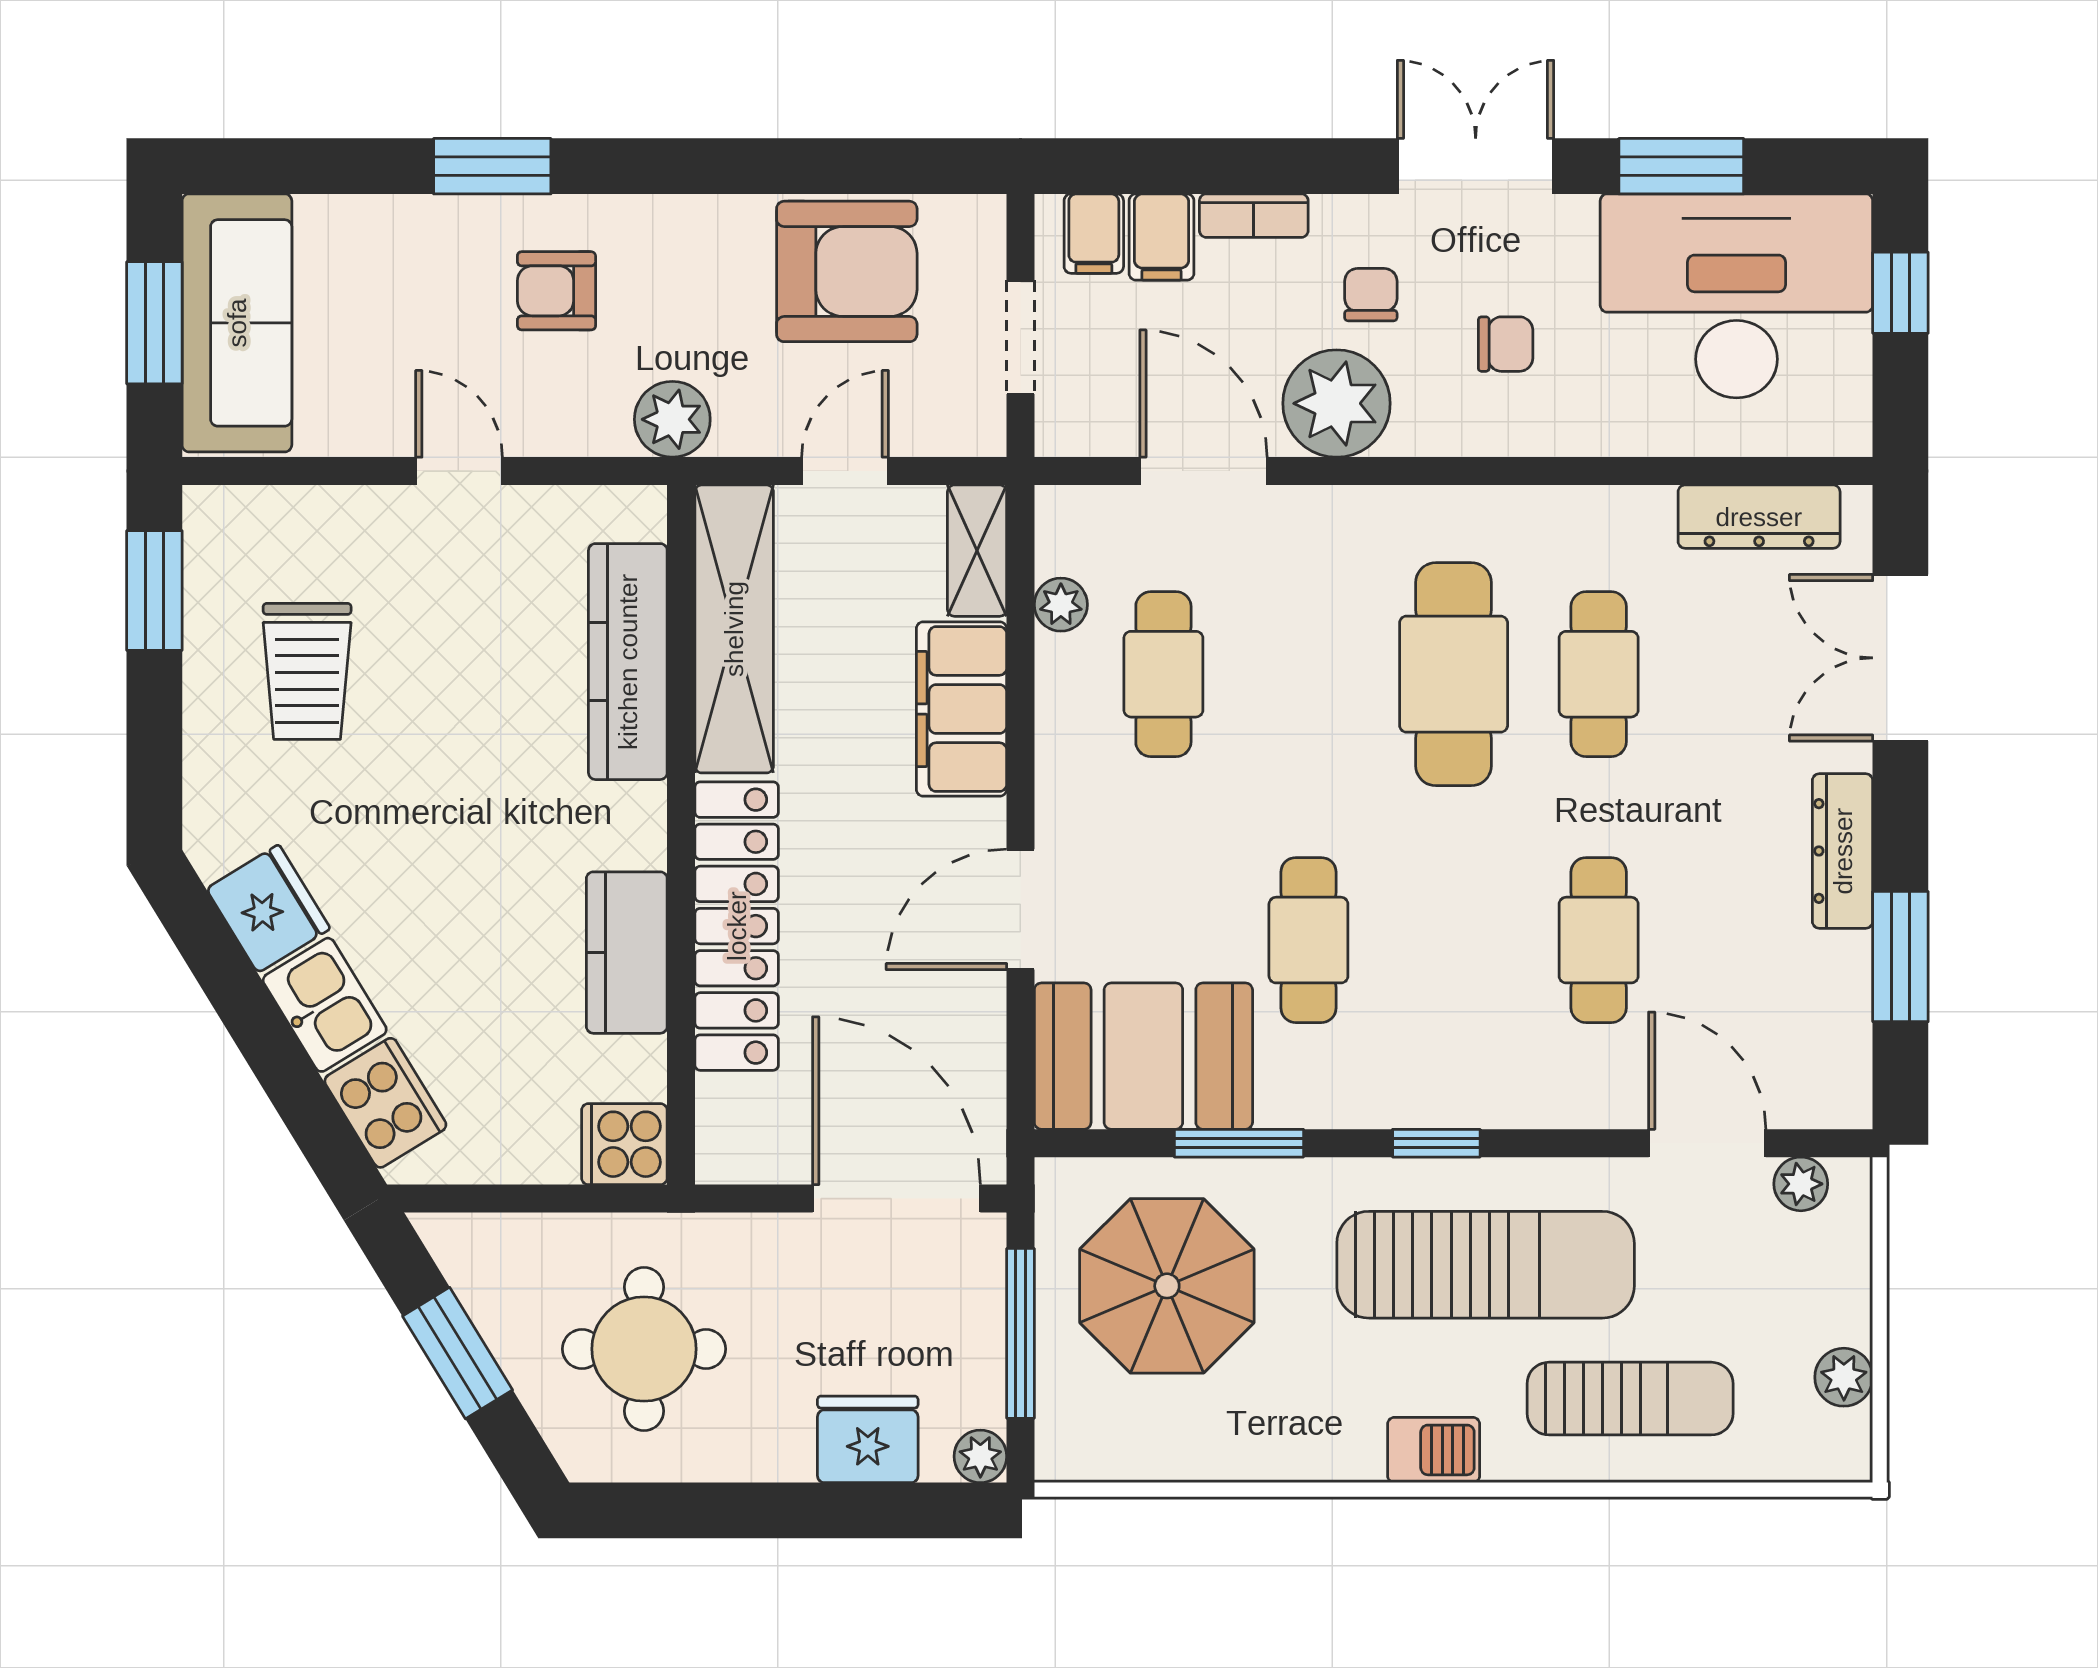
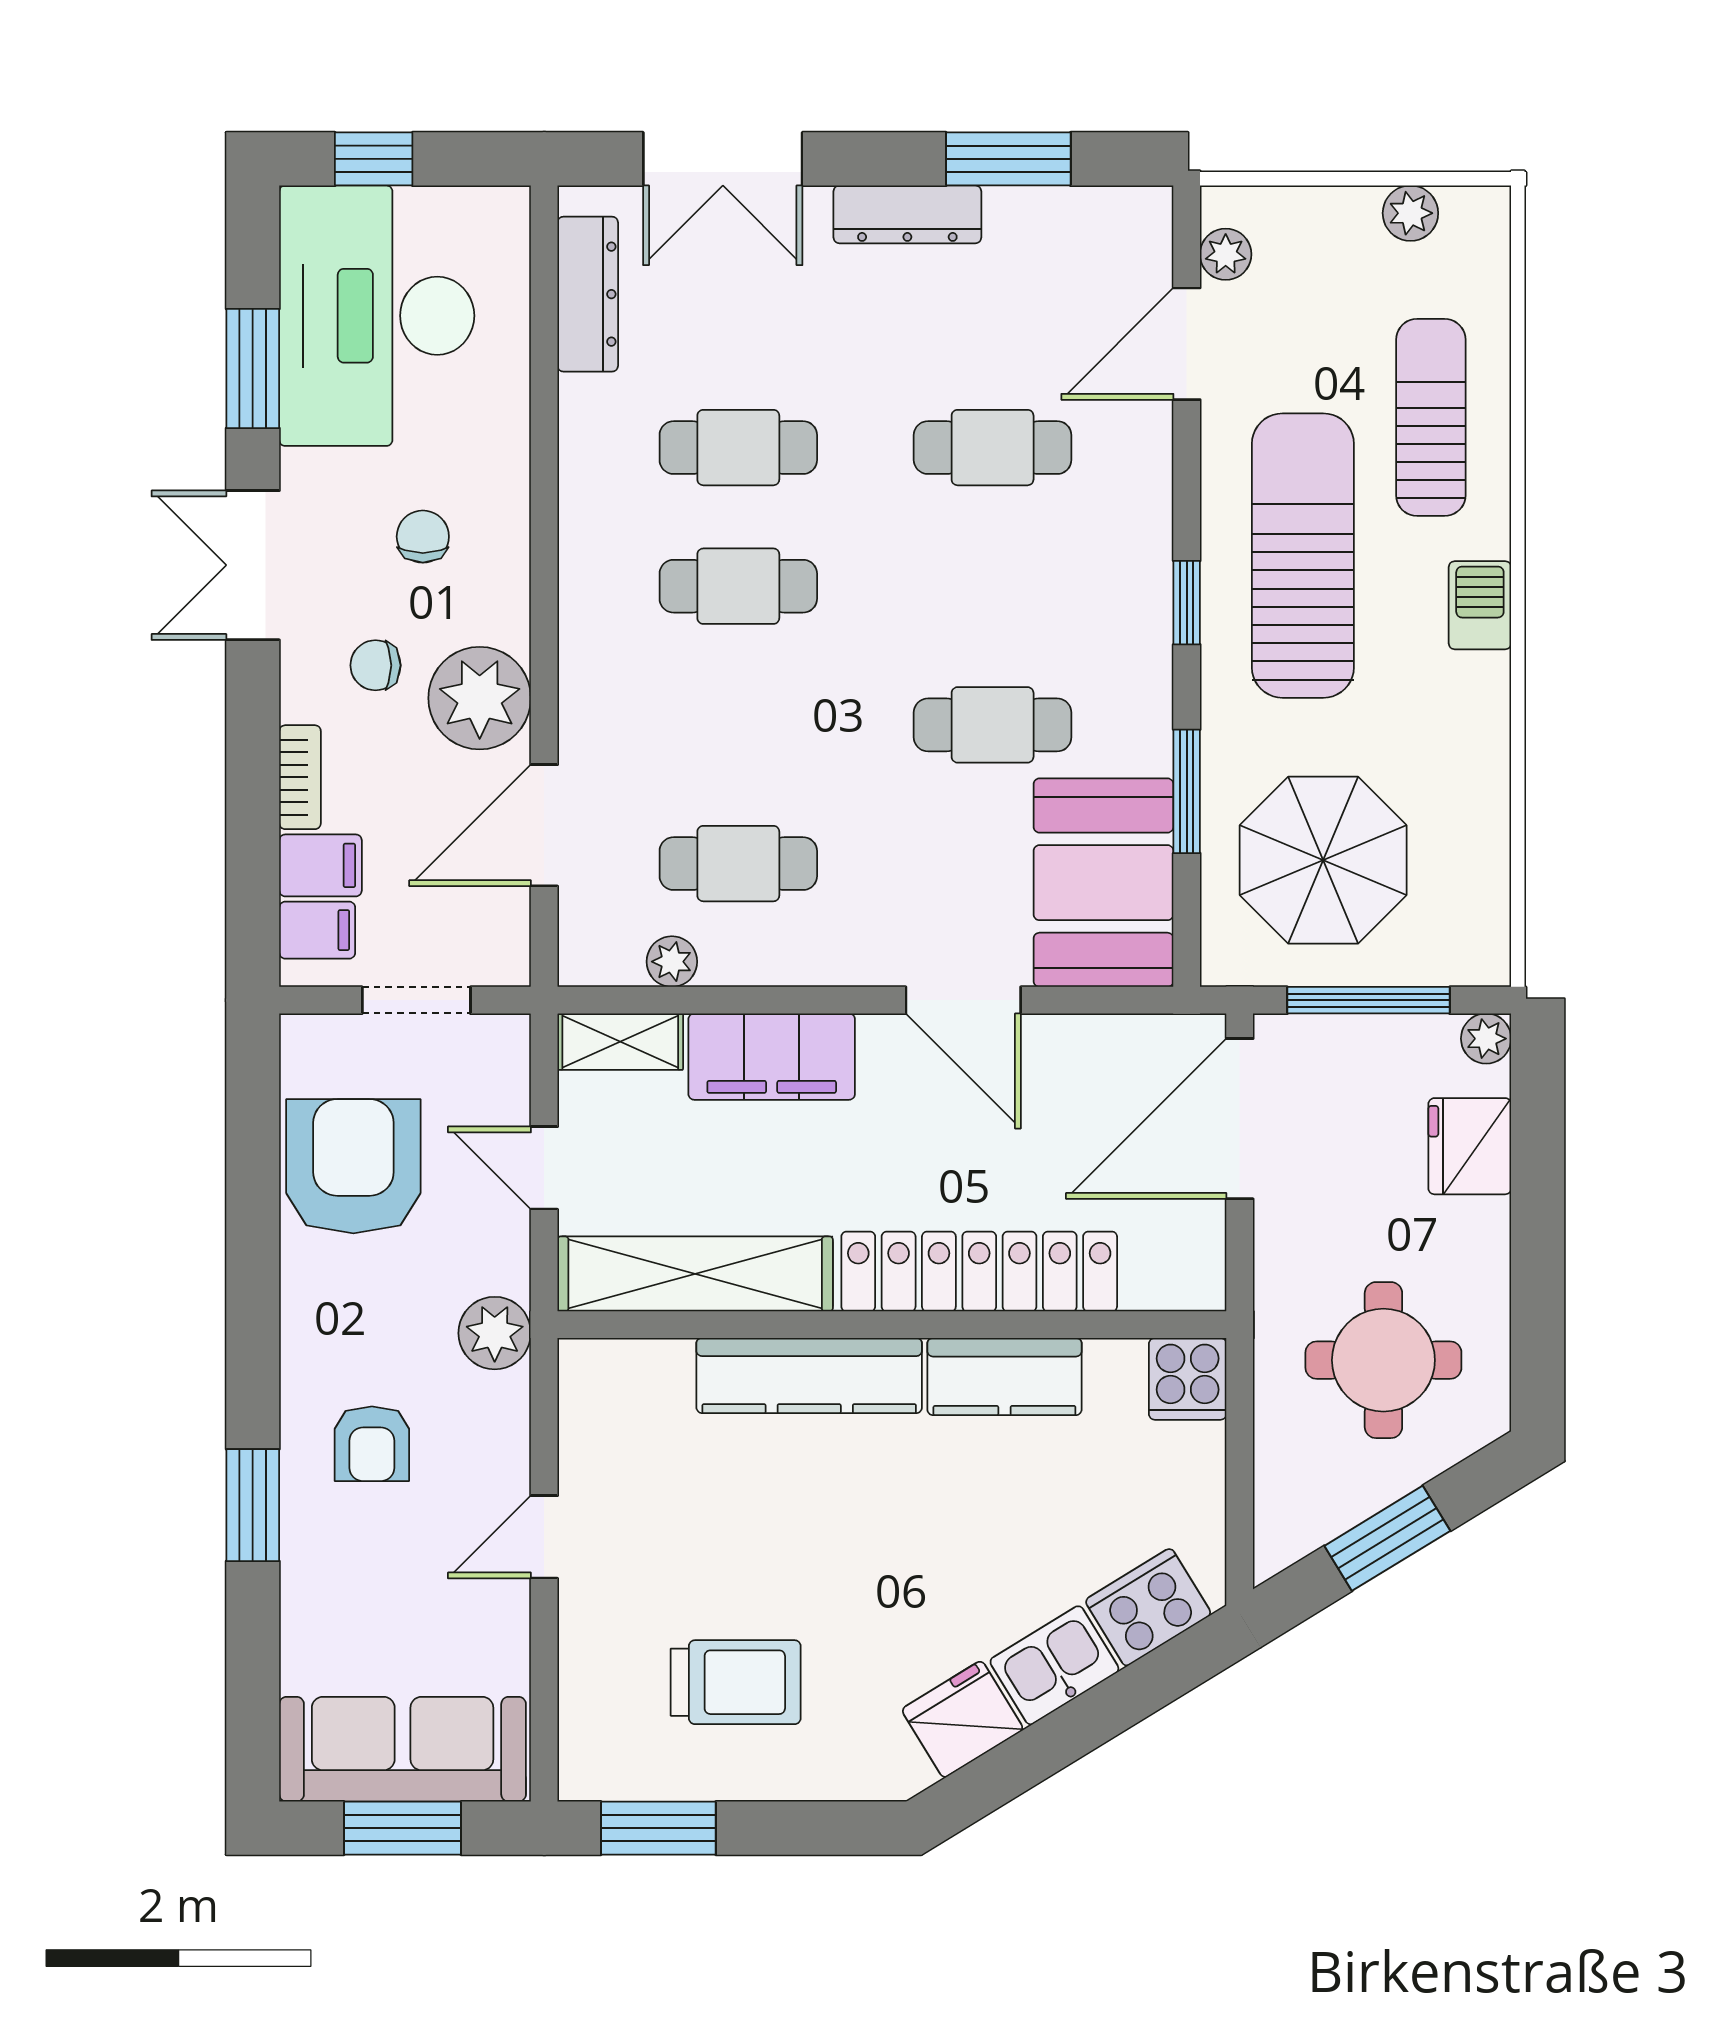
kitchen counter: (628, 662) -> (809, 1376), moved
cafe table: (1454, 674) -> (738, 586), width x0.73, depth x0.74

